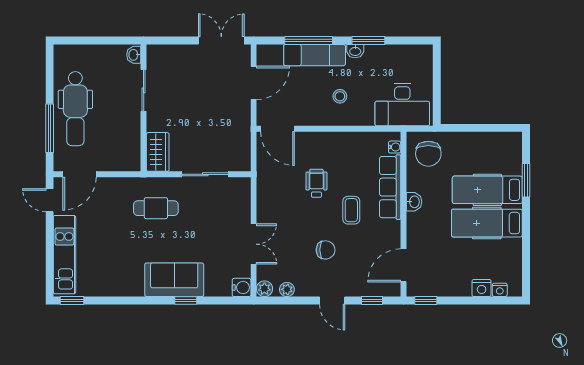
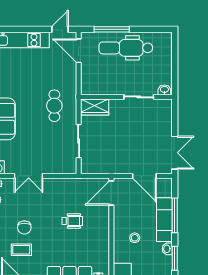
coffee table: (351, 210) -> (21, 250), moved

